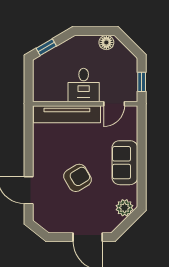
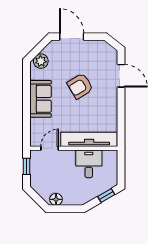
desk: (84, 85) -> (89, 164), moved

